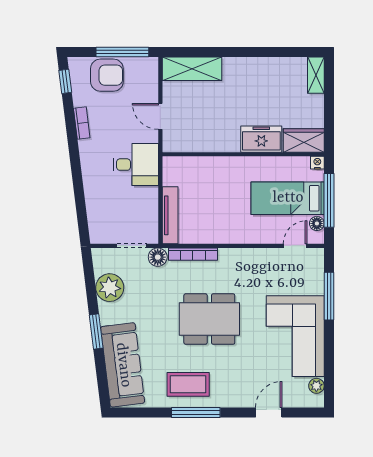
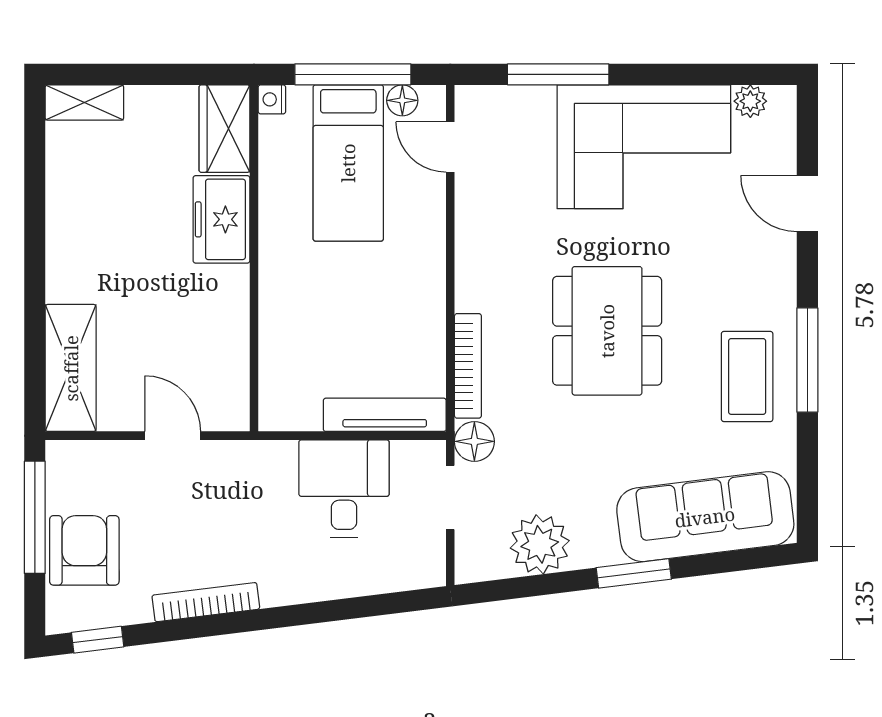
door: (160, 116) -> (173, 436), swing flipped
bookcase: (82, 123) -> (206, 602), width x1.56
desk: (136, 165) -> (344, 489), moved

